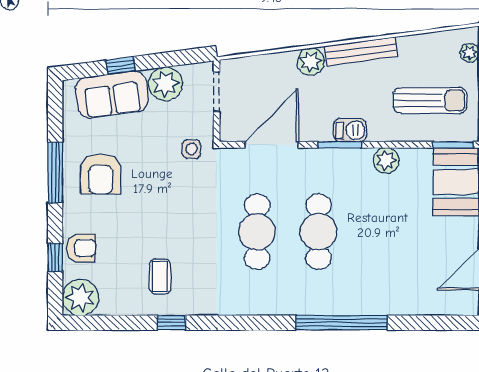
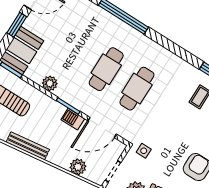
plant: (311, 62) -> (78, 167), moved
barbecue: (350, 130) -> (73, 119), moved

